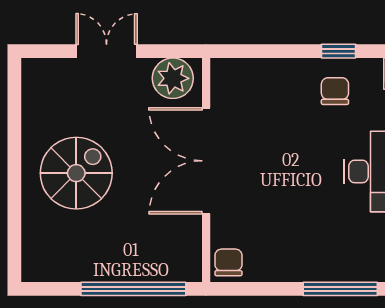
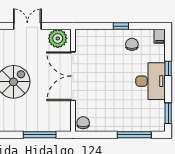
window: (338, 51) -> (121, 26), moved
window: (133, 289) -> (40, 135), width x0.68

